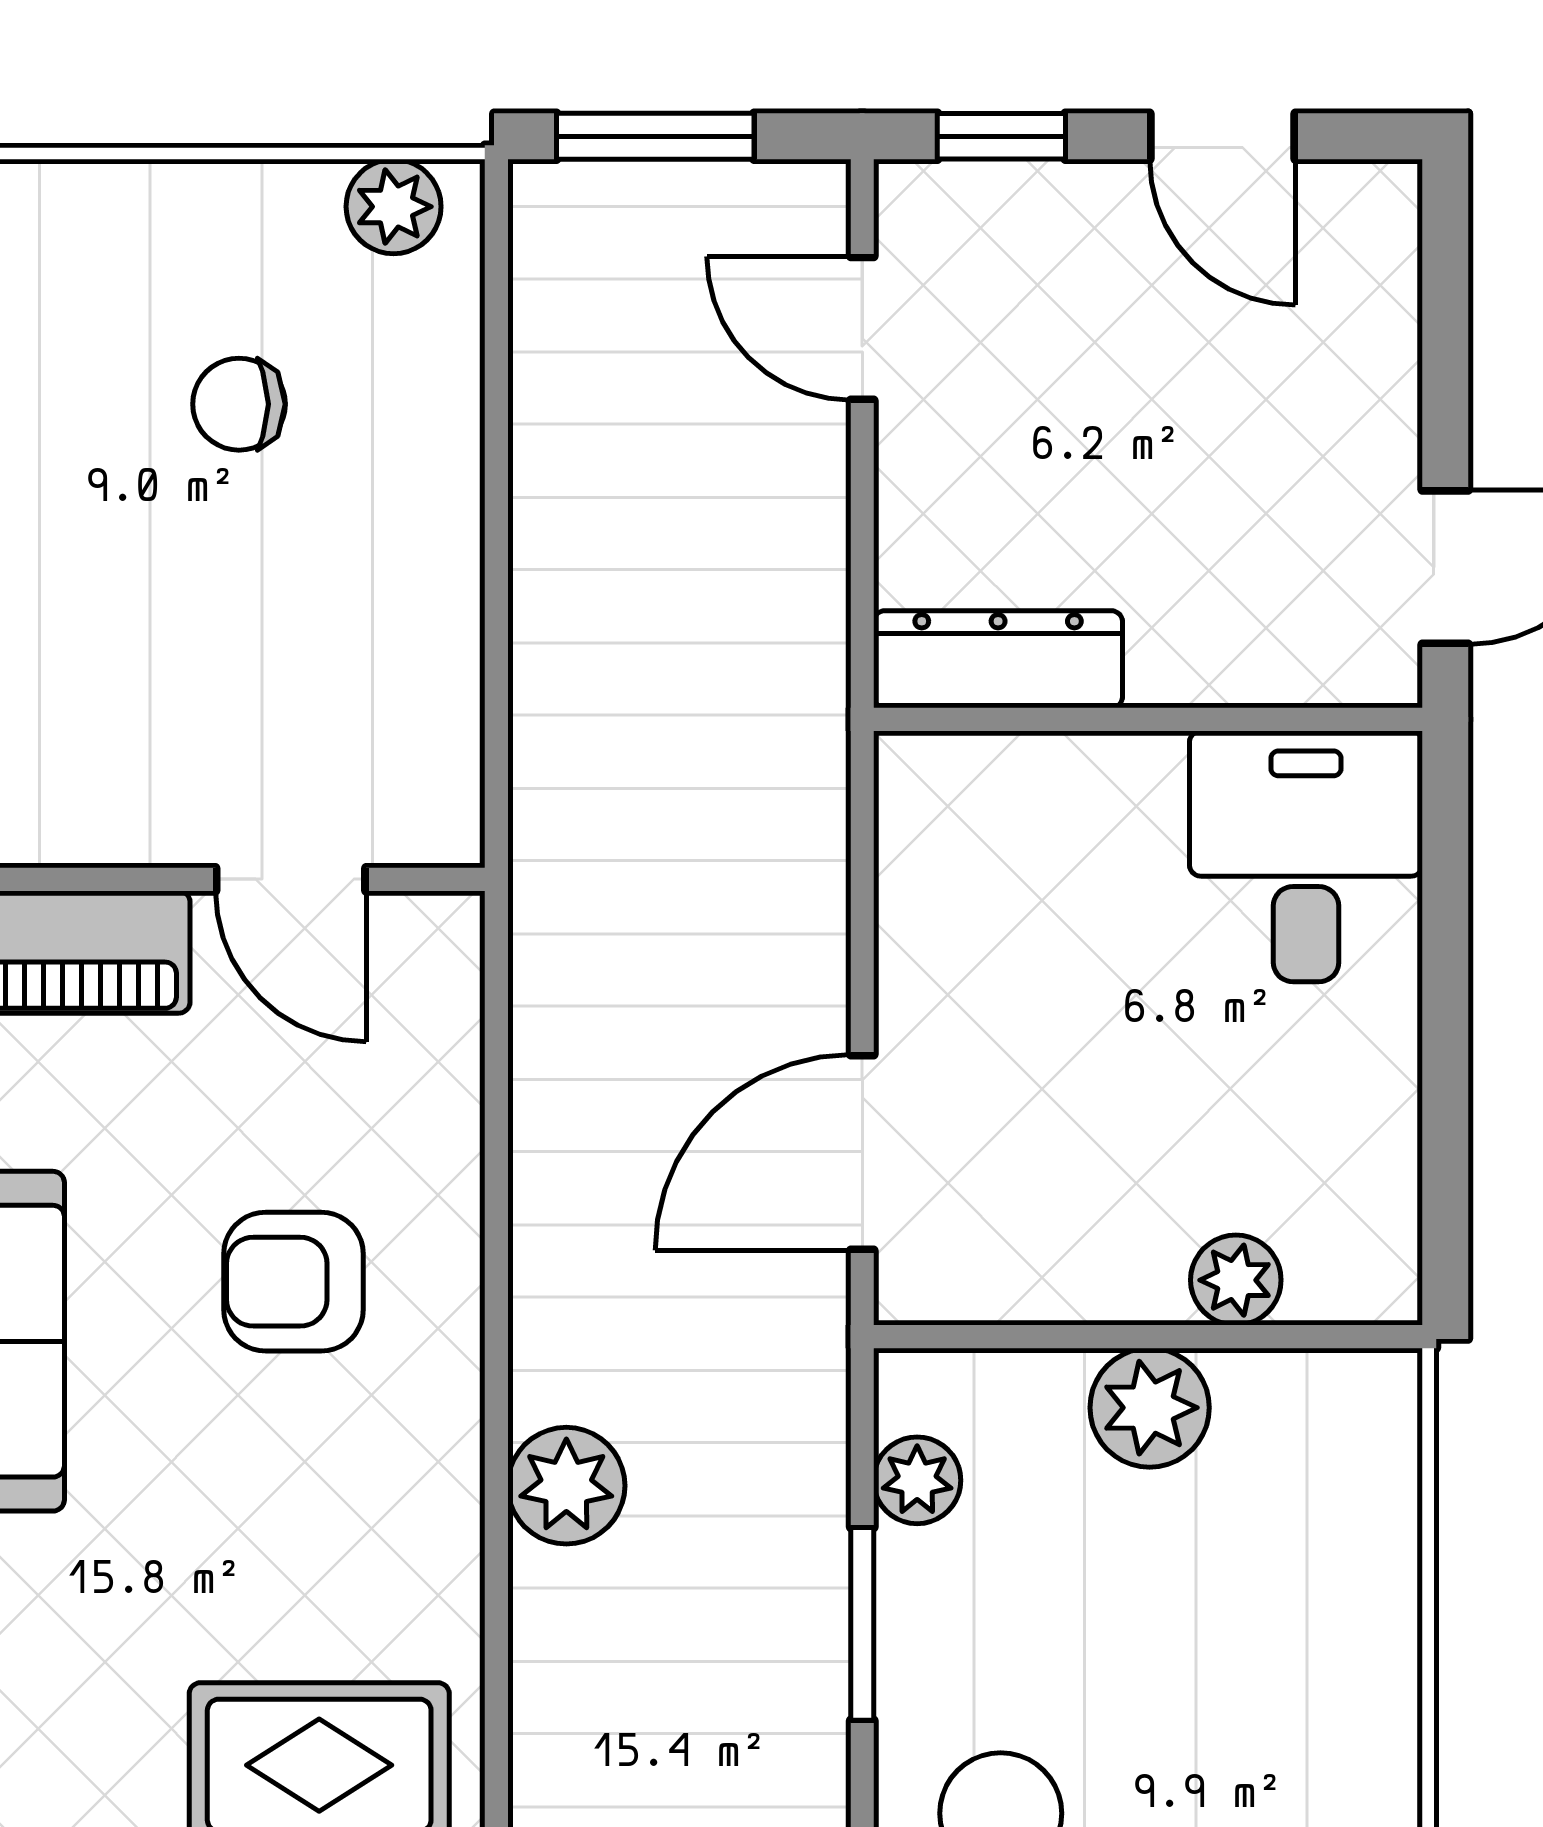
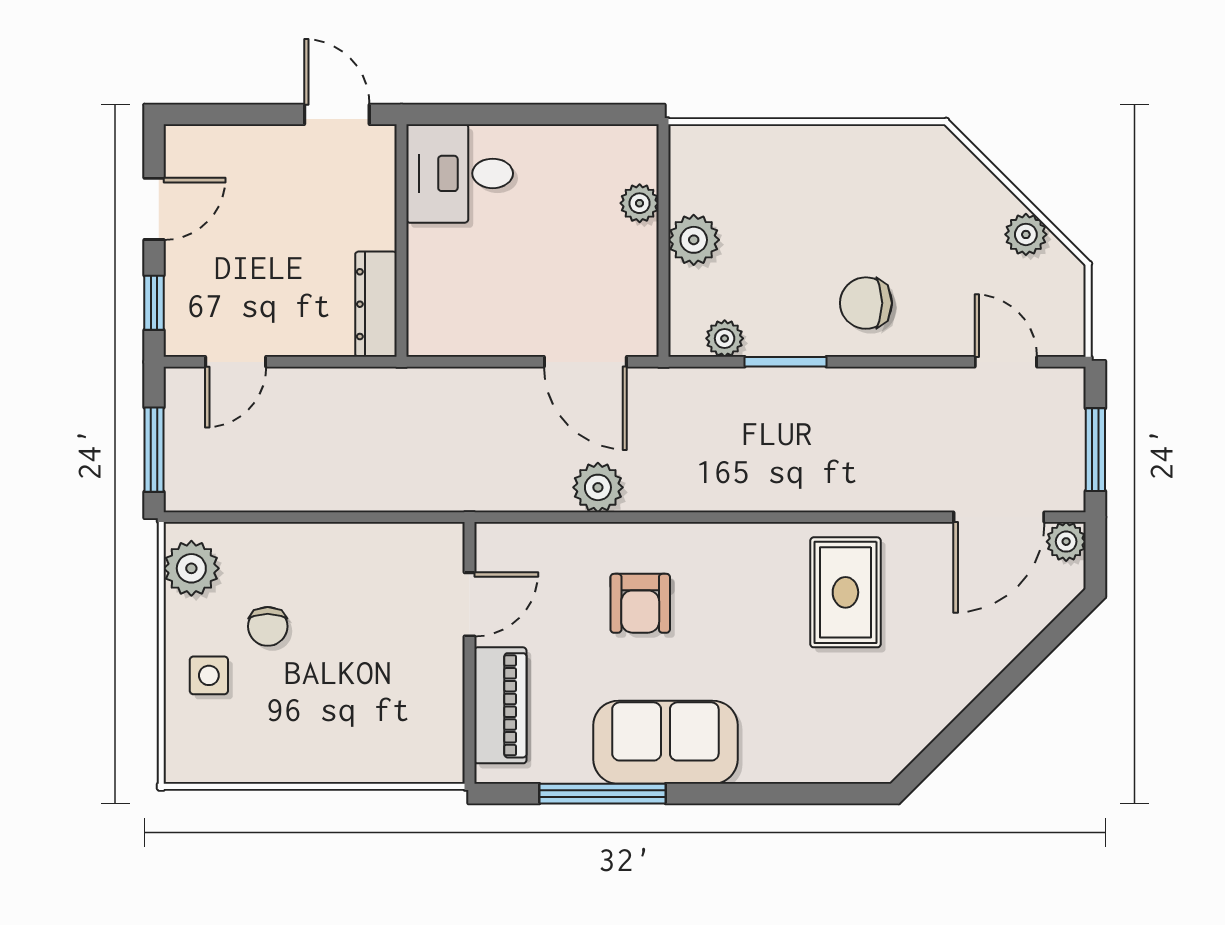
plant: (394, 207) -> (191, 568), width x1.38, depth x1.38
side table: (124, 266) -> (209, 675), added
plant: (566, 1486) -> (598, 487), moved

